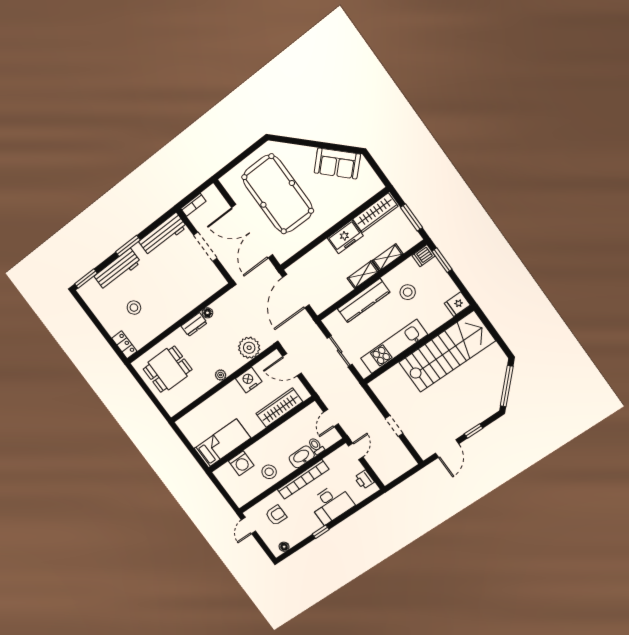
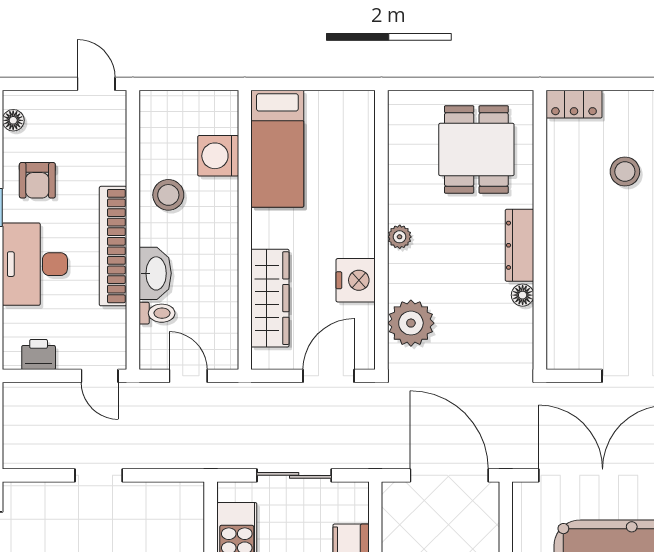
dresser: (194, 324) -> (520, 245), width x1.44
armchair: (276, 515) -> (37, 180), moved

